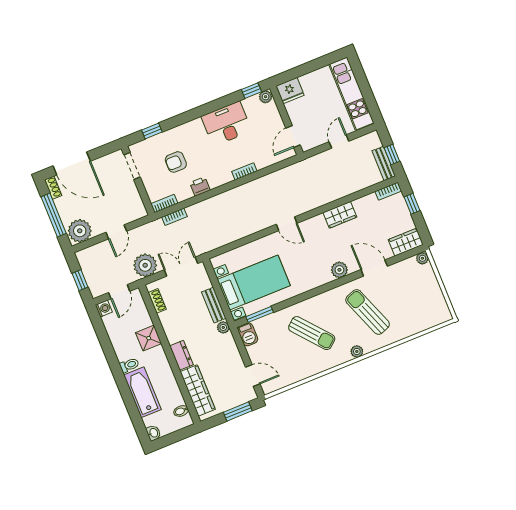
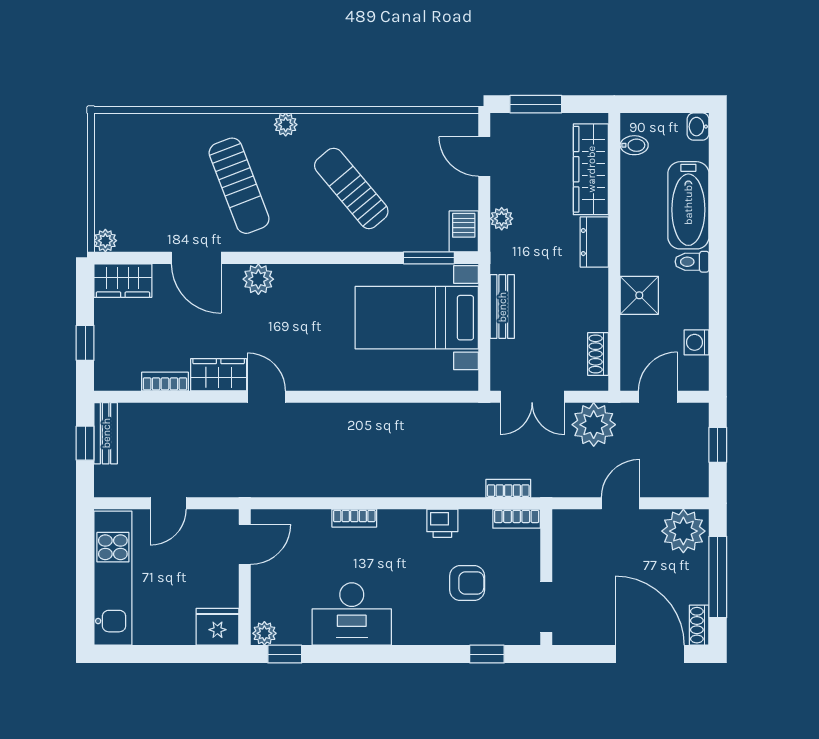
bookcase: (388, 191) -> (165, 382), moved
door: (287, 224) -> (266, 397), moved
washing machine: (104, 309) -> (696, 342), moved
plant: (223, 327) -> (502, 219), moved

